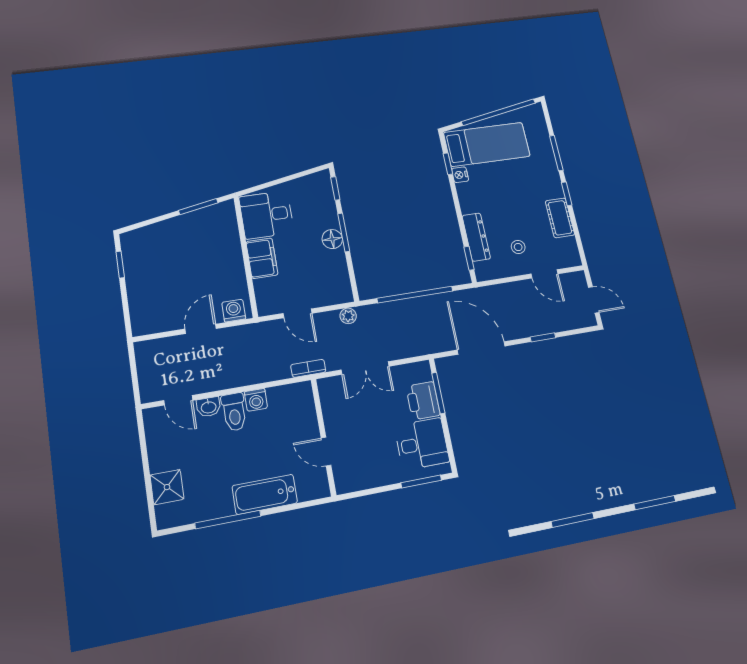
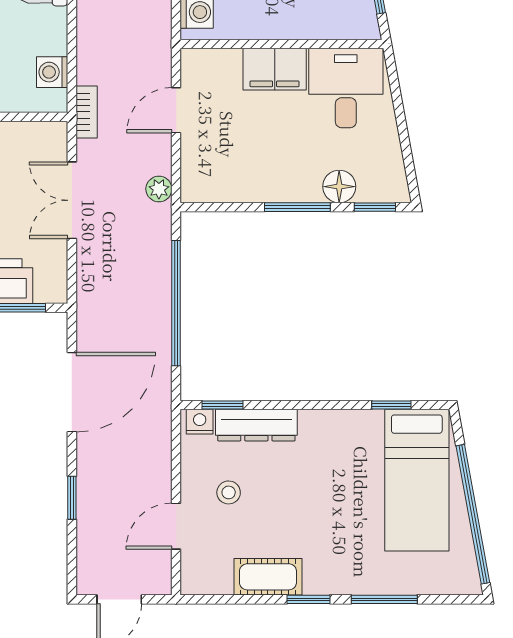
nightstand: (460, 175) -> (200, 422), moved
floor lamp: (332, 239) -> (339, 187), moved
washing machine: (256, 400) -> (52, 72), moved

